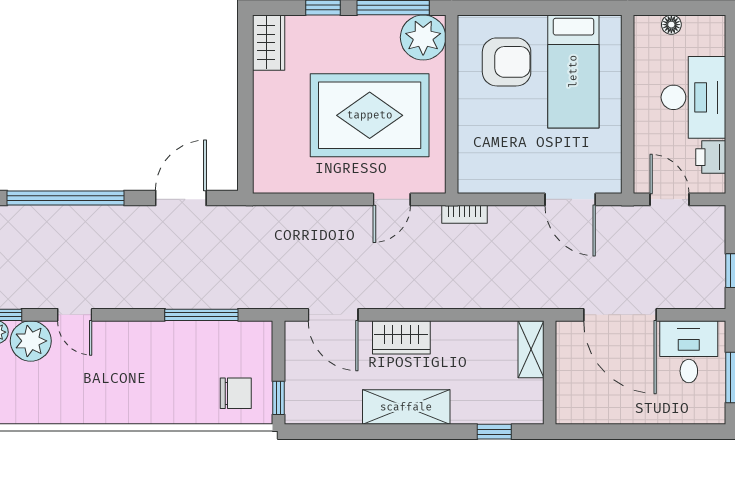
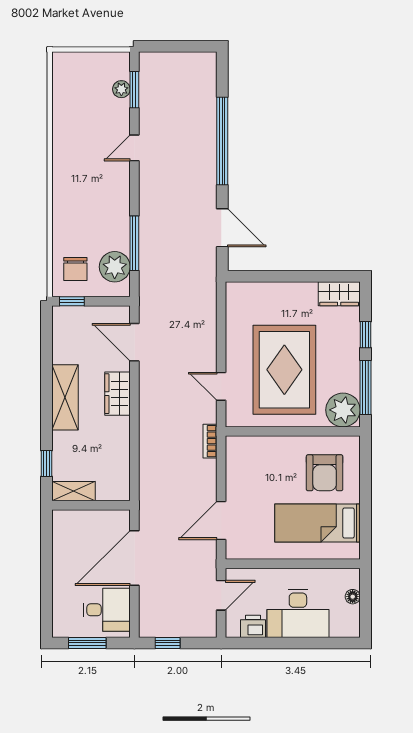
door: (333, 315) -> (134, 342), hinge flipped
plant: (31, 341) -> (115, 267), moved
shelving: (531, 349) -> (73, 491), moved

